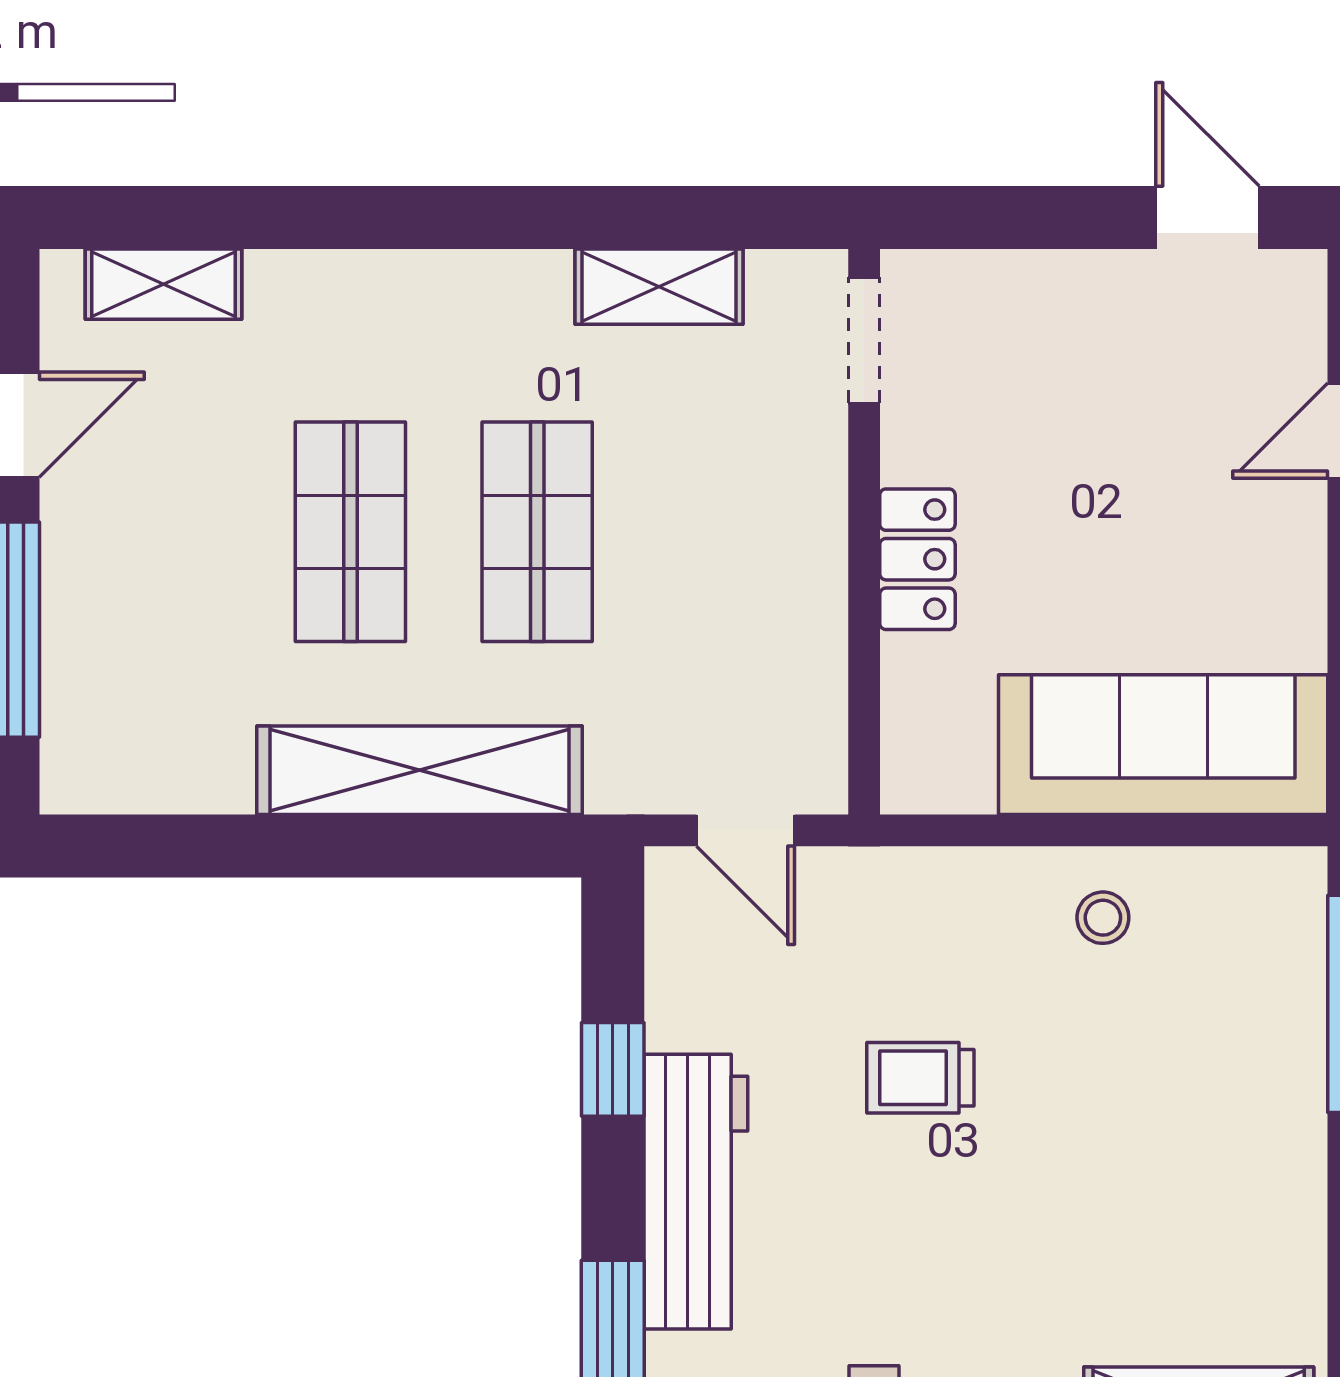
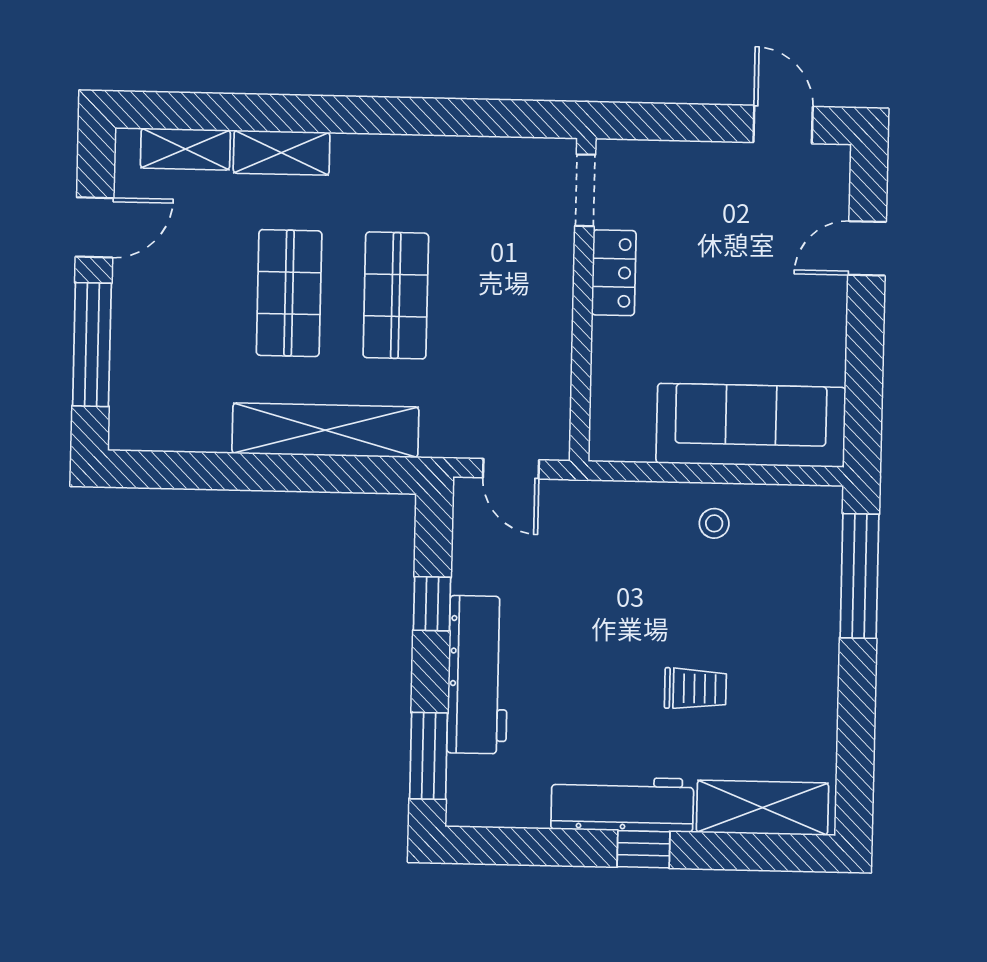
shelving: (659, 287) -> (282, 153), moved
locker: (917, 559) -> (614, 273), moved
trolley: (920, 1078) -> (695, 689), moved, turned 180

